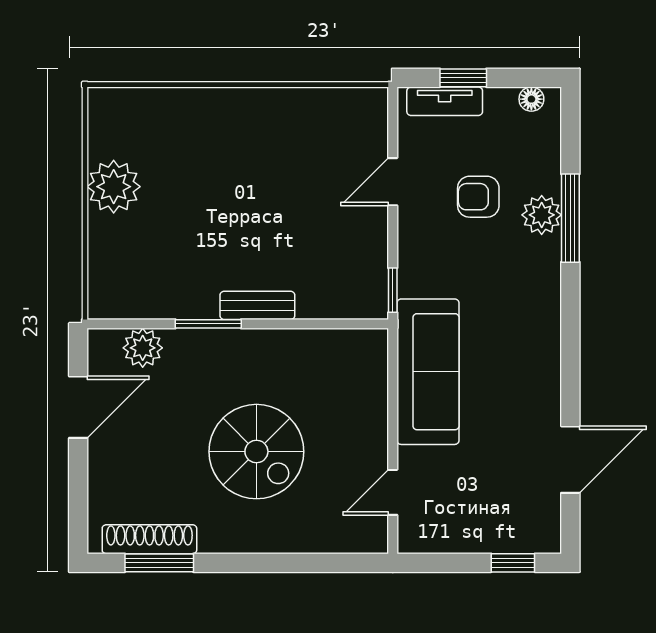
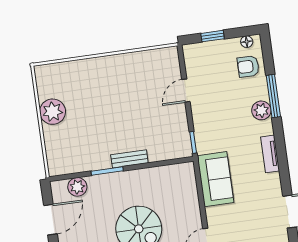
tv unit: (445, 101) -> (270, 154), moved, turned 90
armchair: (478, 197) -> (248, 66), moved
plant: (542, 215) -> (261, 110), moved
sofa: (428, 372) -> (216, 179), width x0.73

